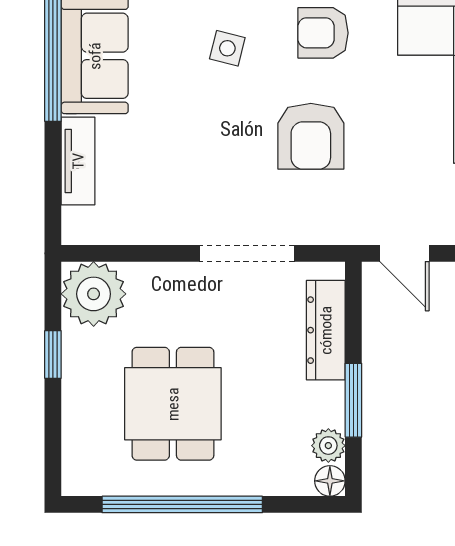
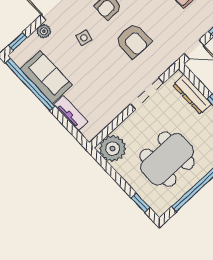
window: (53, 354) -> (141, 203), moved
dining table: (173, 404) -> (167, 159), width x1.38

